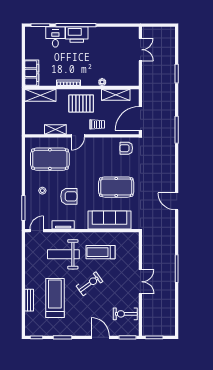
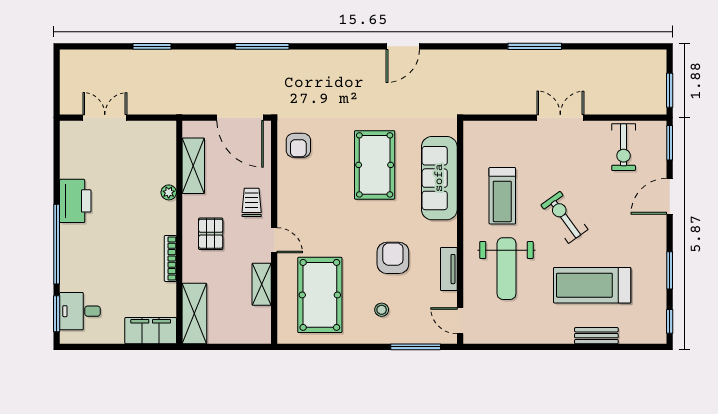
printer: (77, 34) -> (75, 201), moved
desk: (55, 37) -> (80, 311), moved
pallet: (81, 103) -> (211, 234), width x0.67, depth x0.71

